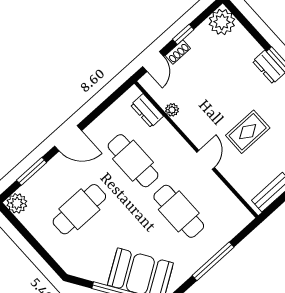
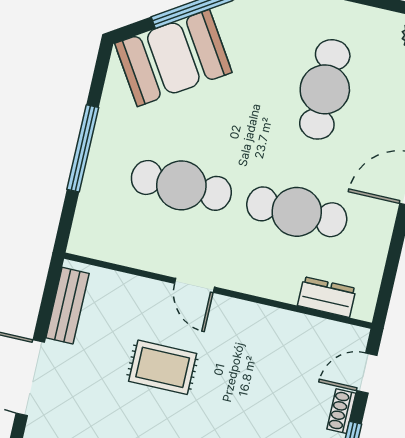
door: (153, 61) -> (367, 373), hinge flipped
plant: (172, 110) -> (292, 323), removed
rug: (248, 132) -> (163, 367), turned 90

